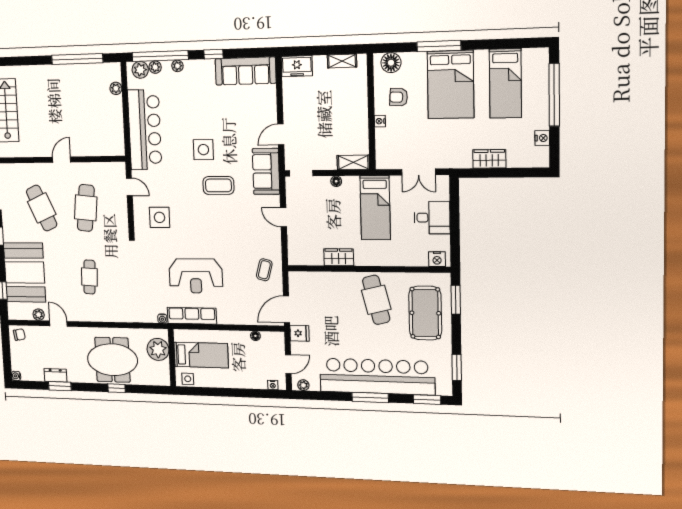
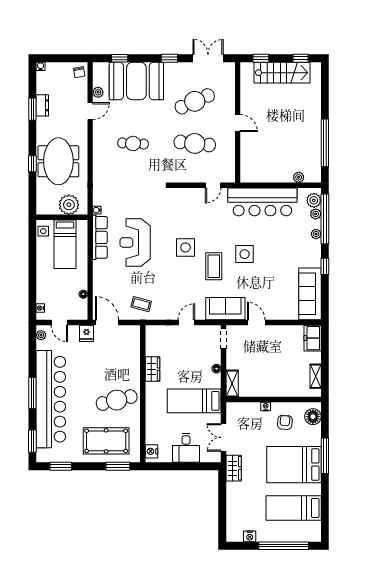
wardrobe: (489, 159) -> (234, 468), moved
side table: (160, 217) -> (185, 247), moved

